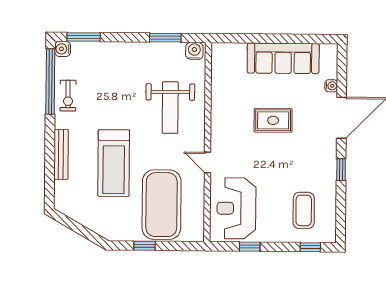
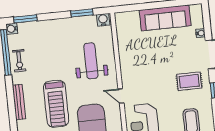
weight bench: (170, 107) -> (91, 61), turned 180
rug: (273, 120) -> (189, 81), moved

